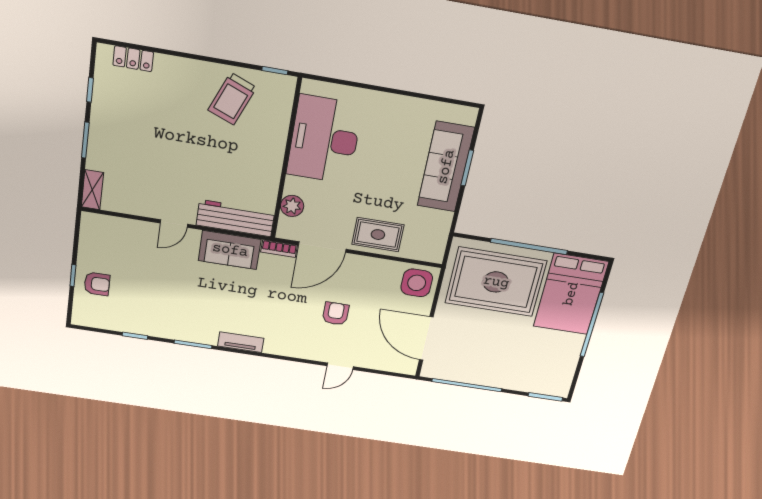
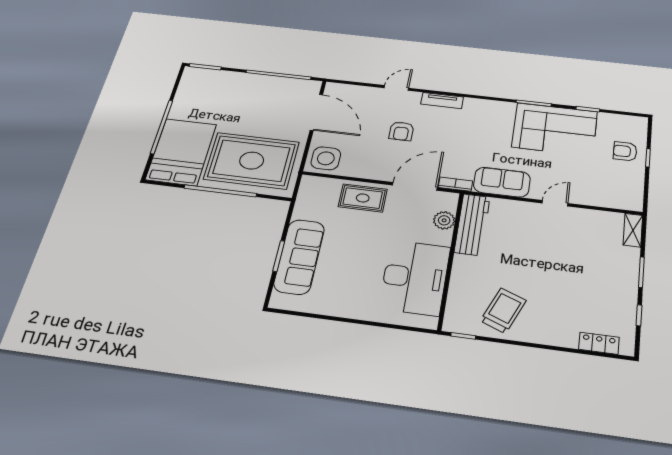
workbench: (235, 218) -> (472, 224), moved, turned -90
corner sofa: (171, 312) -> (555, 129), added
tv unit: (241, 342) -> (442, 101), moved

